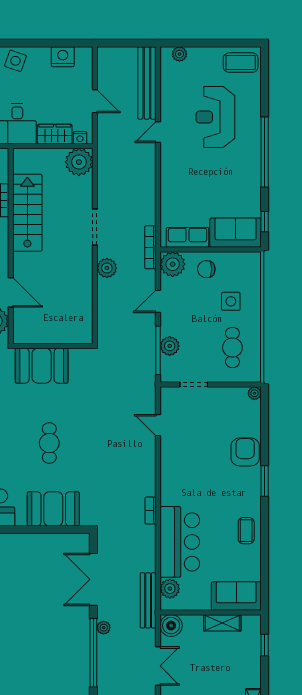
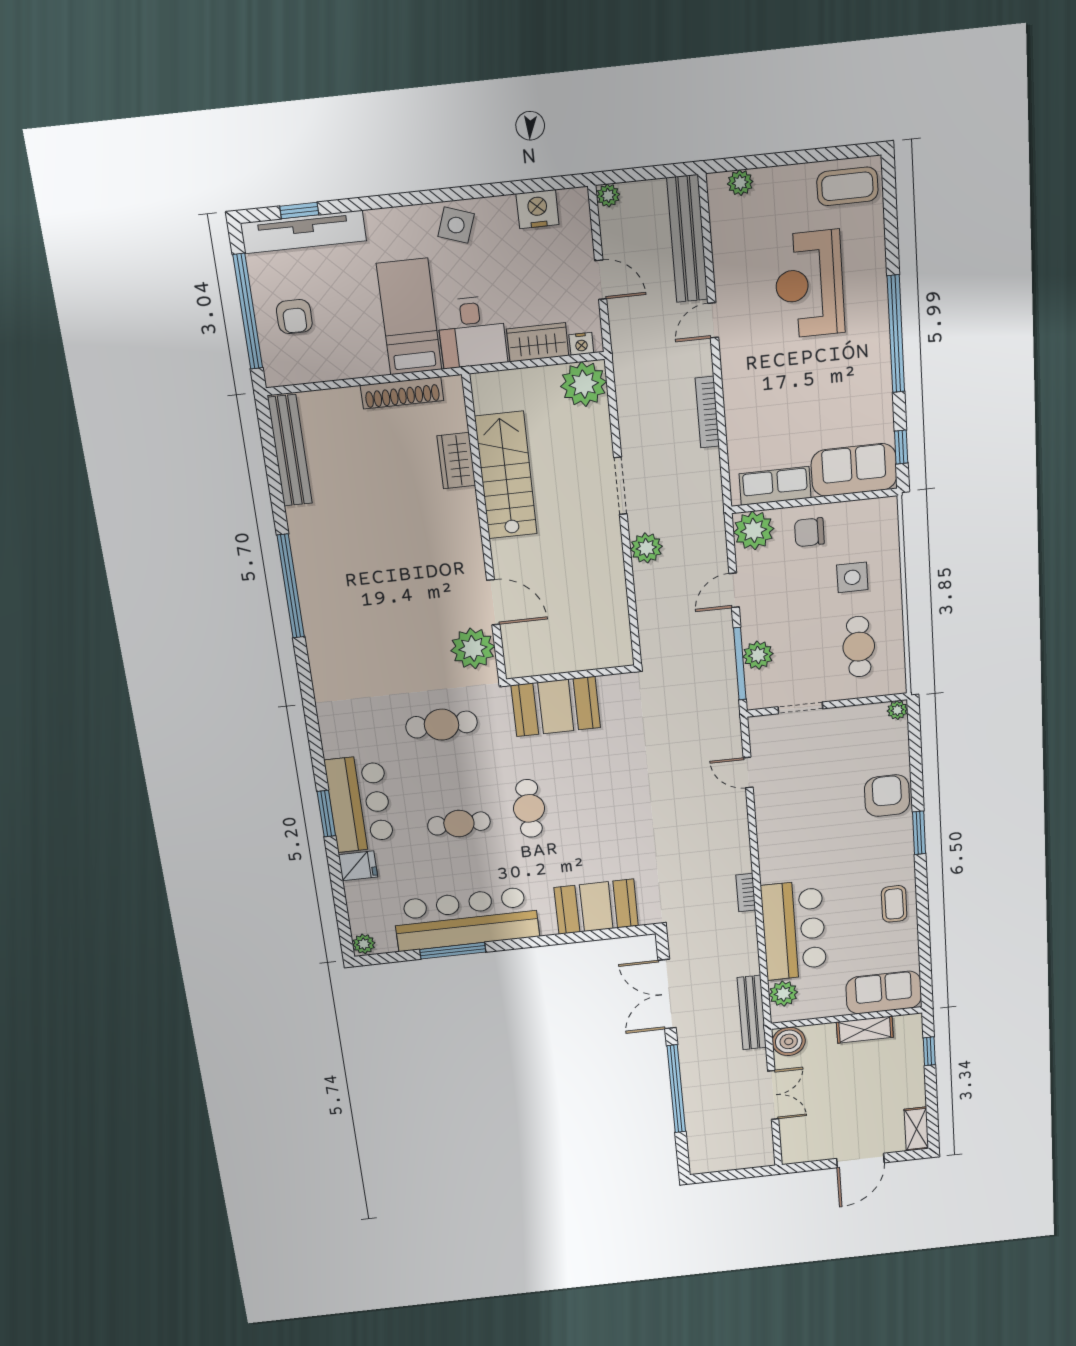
bookcase: (150, 247) -> (707, 412), moved
cafe table: (49, 443) -> (529, 808), moved
plant: (104, 628) -> (608, 195), moved

